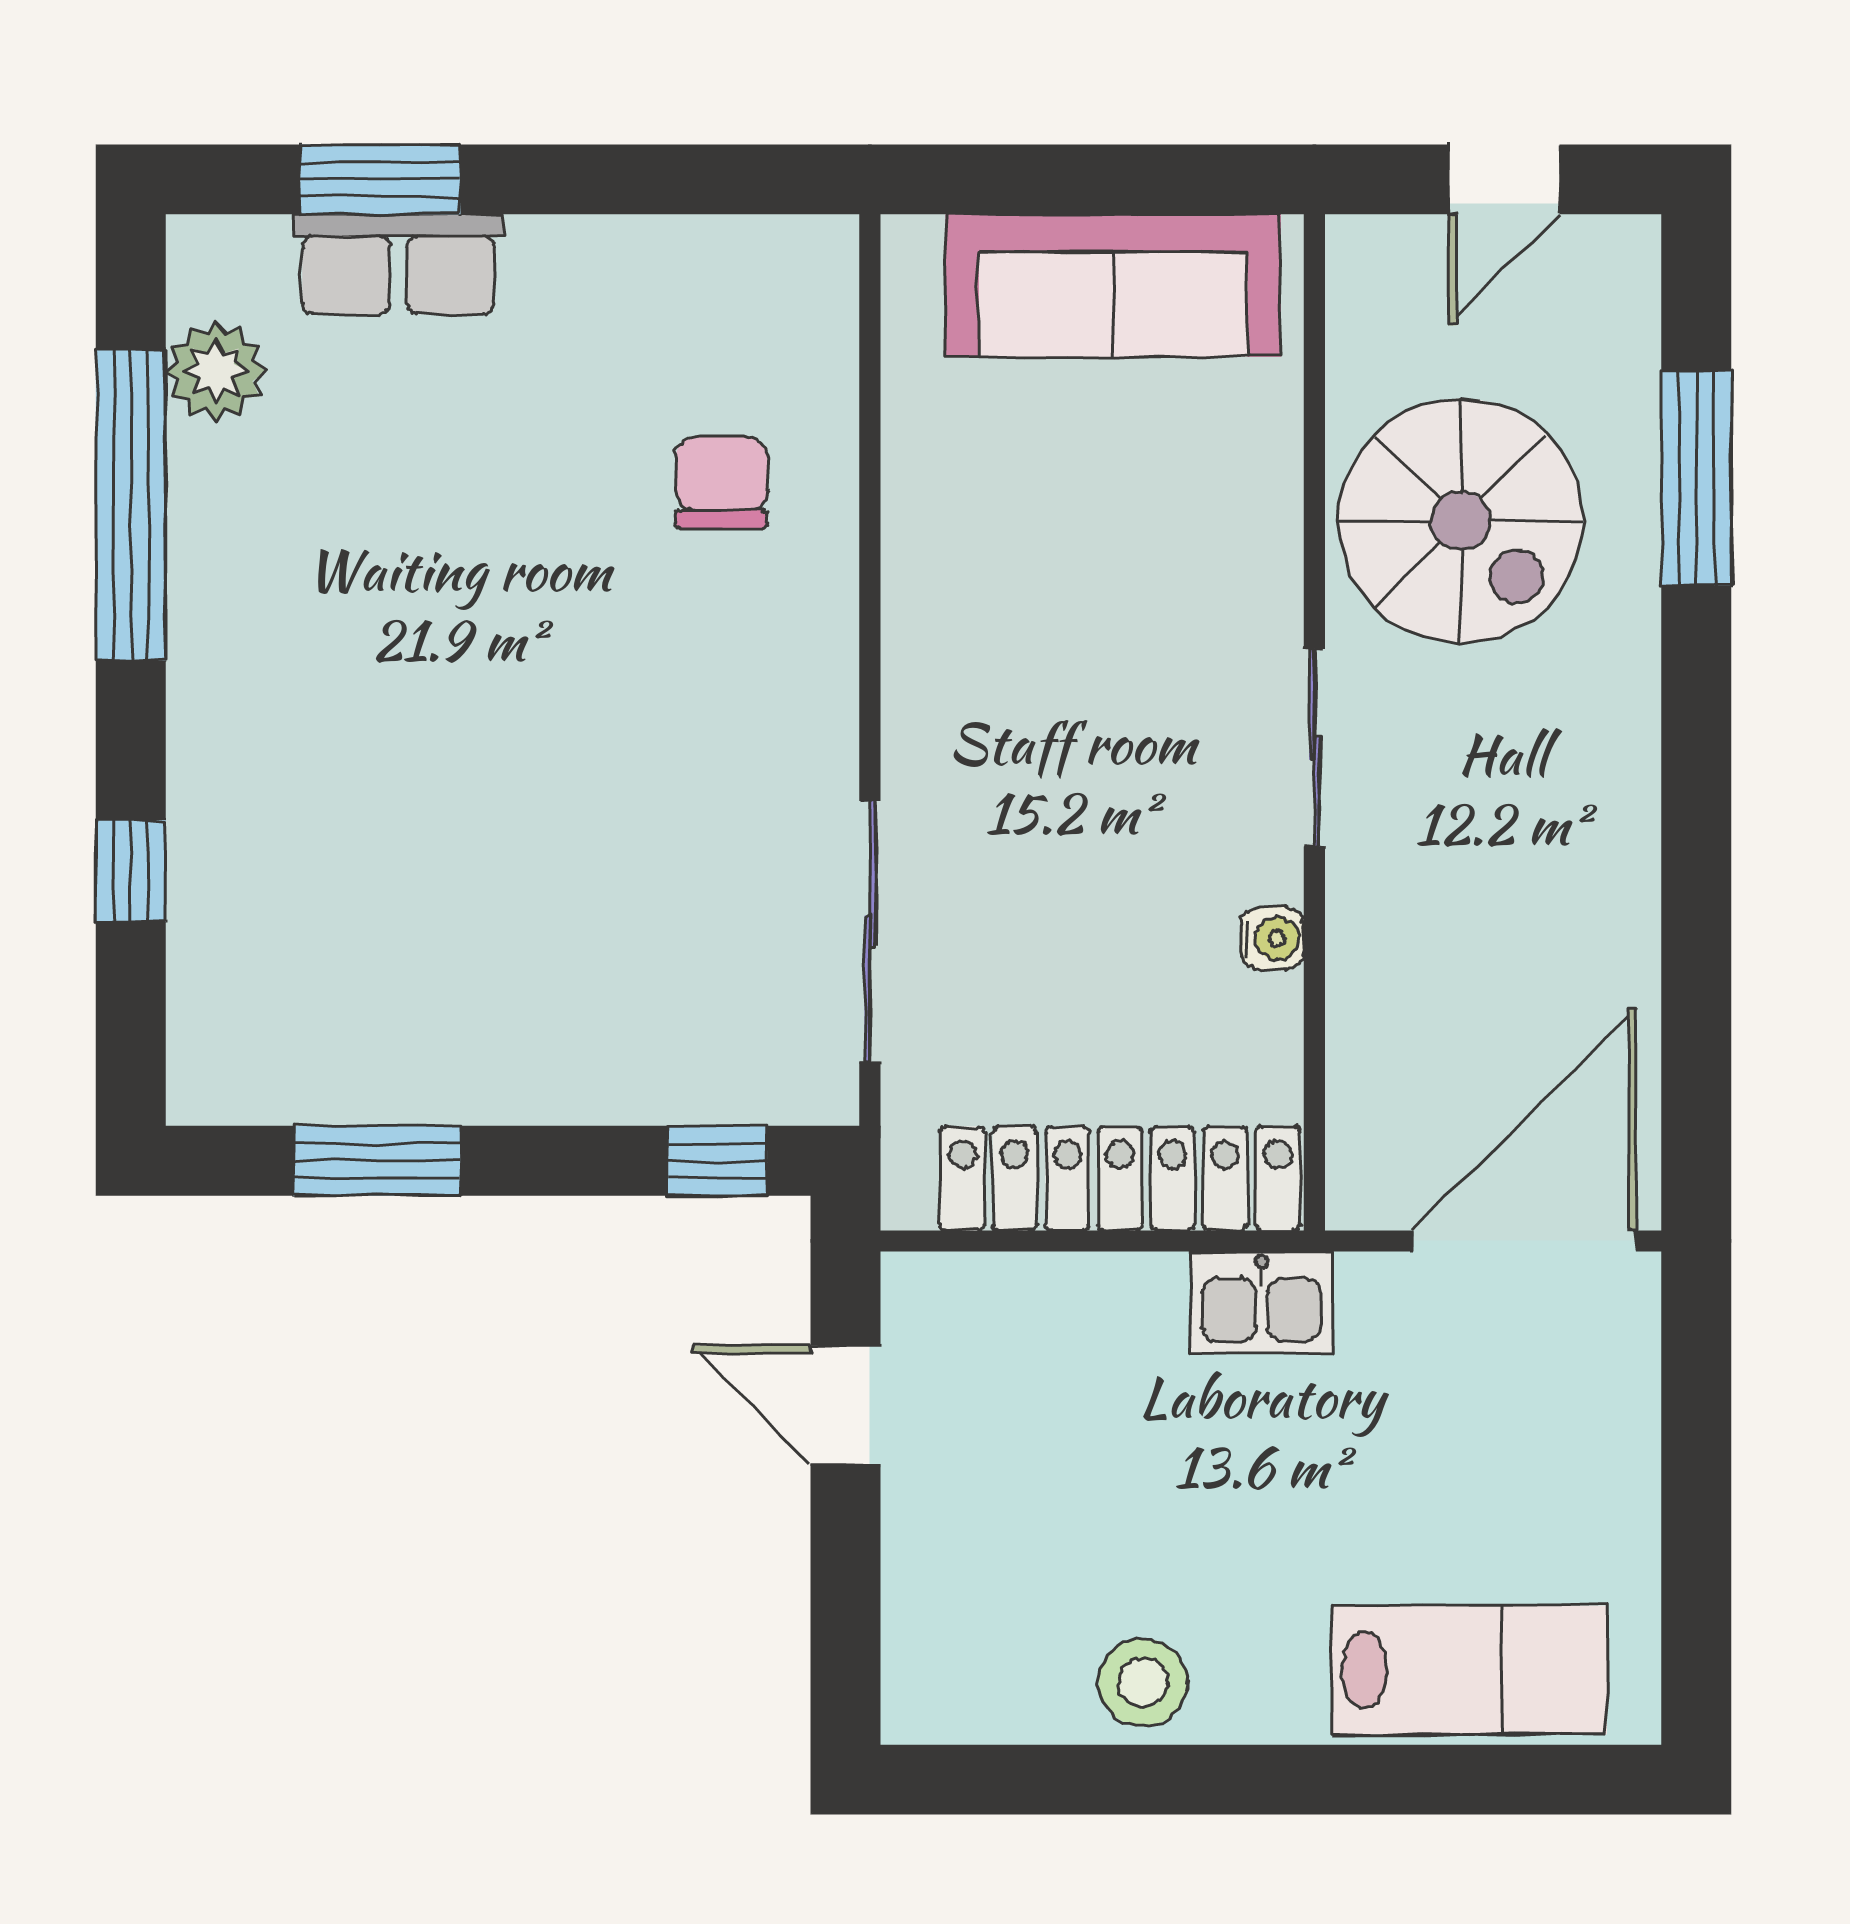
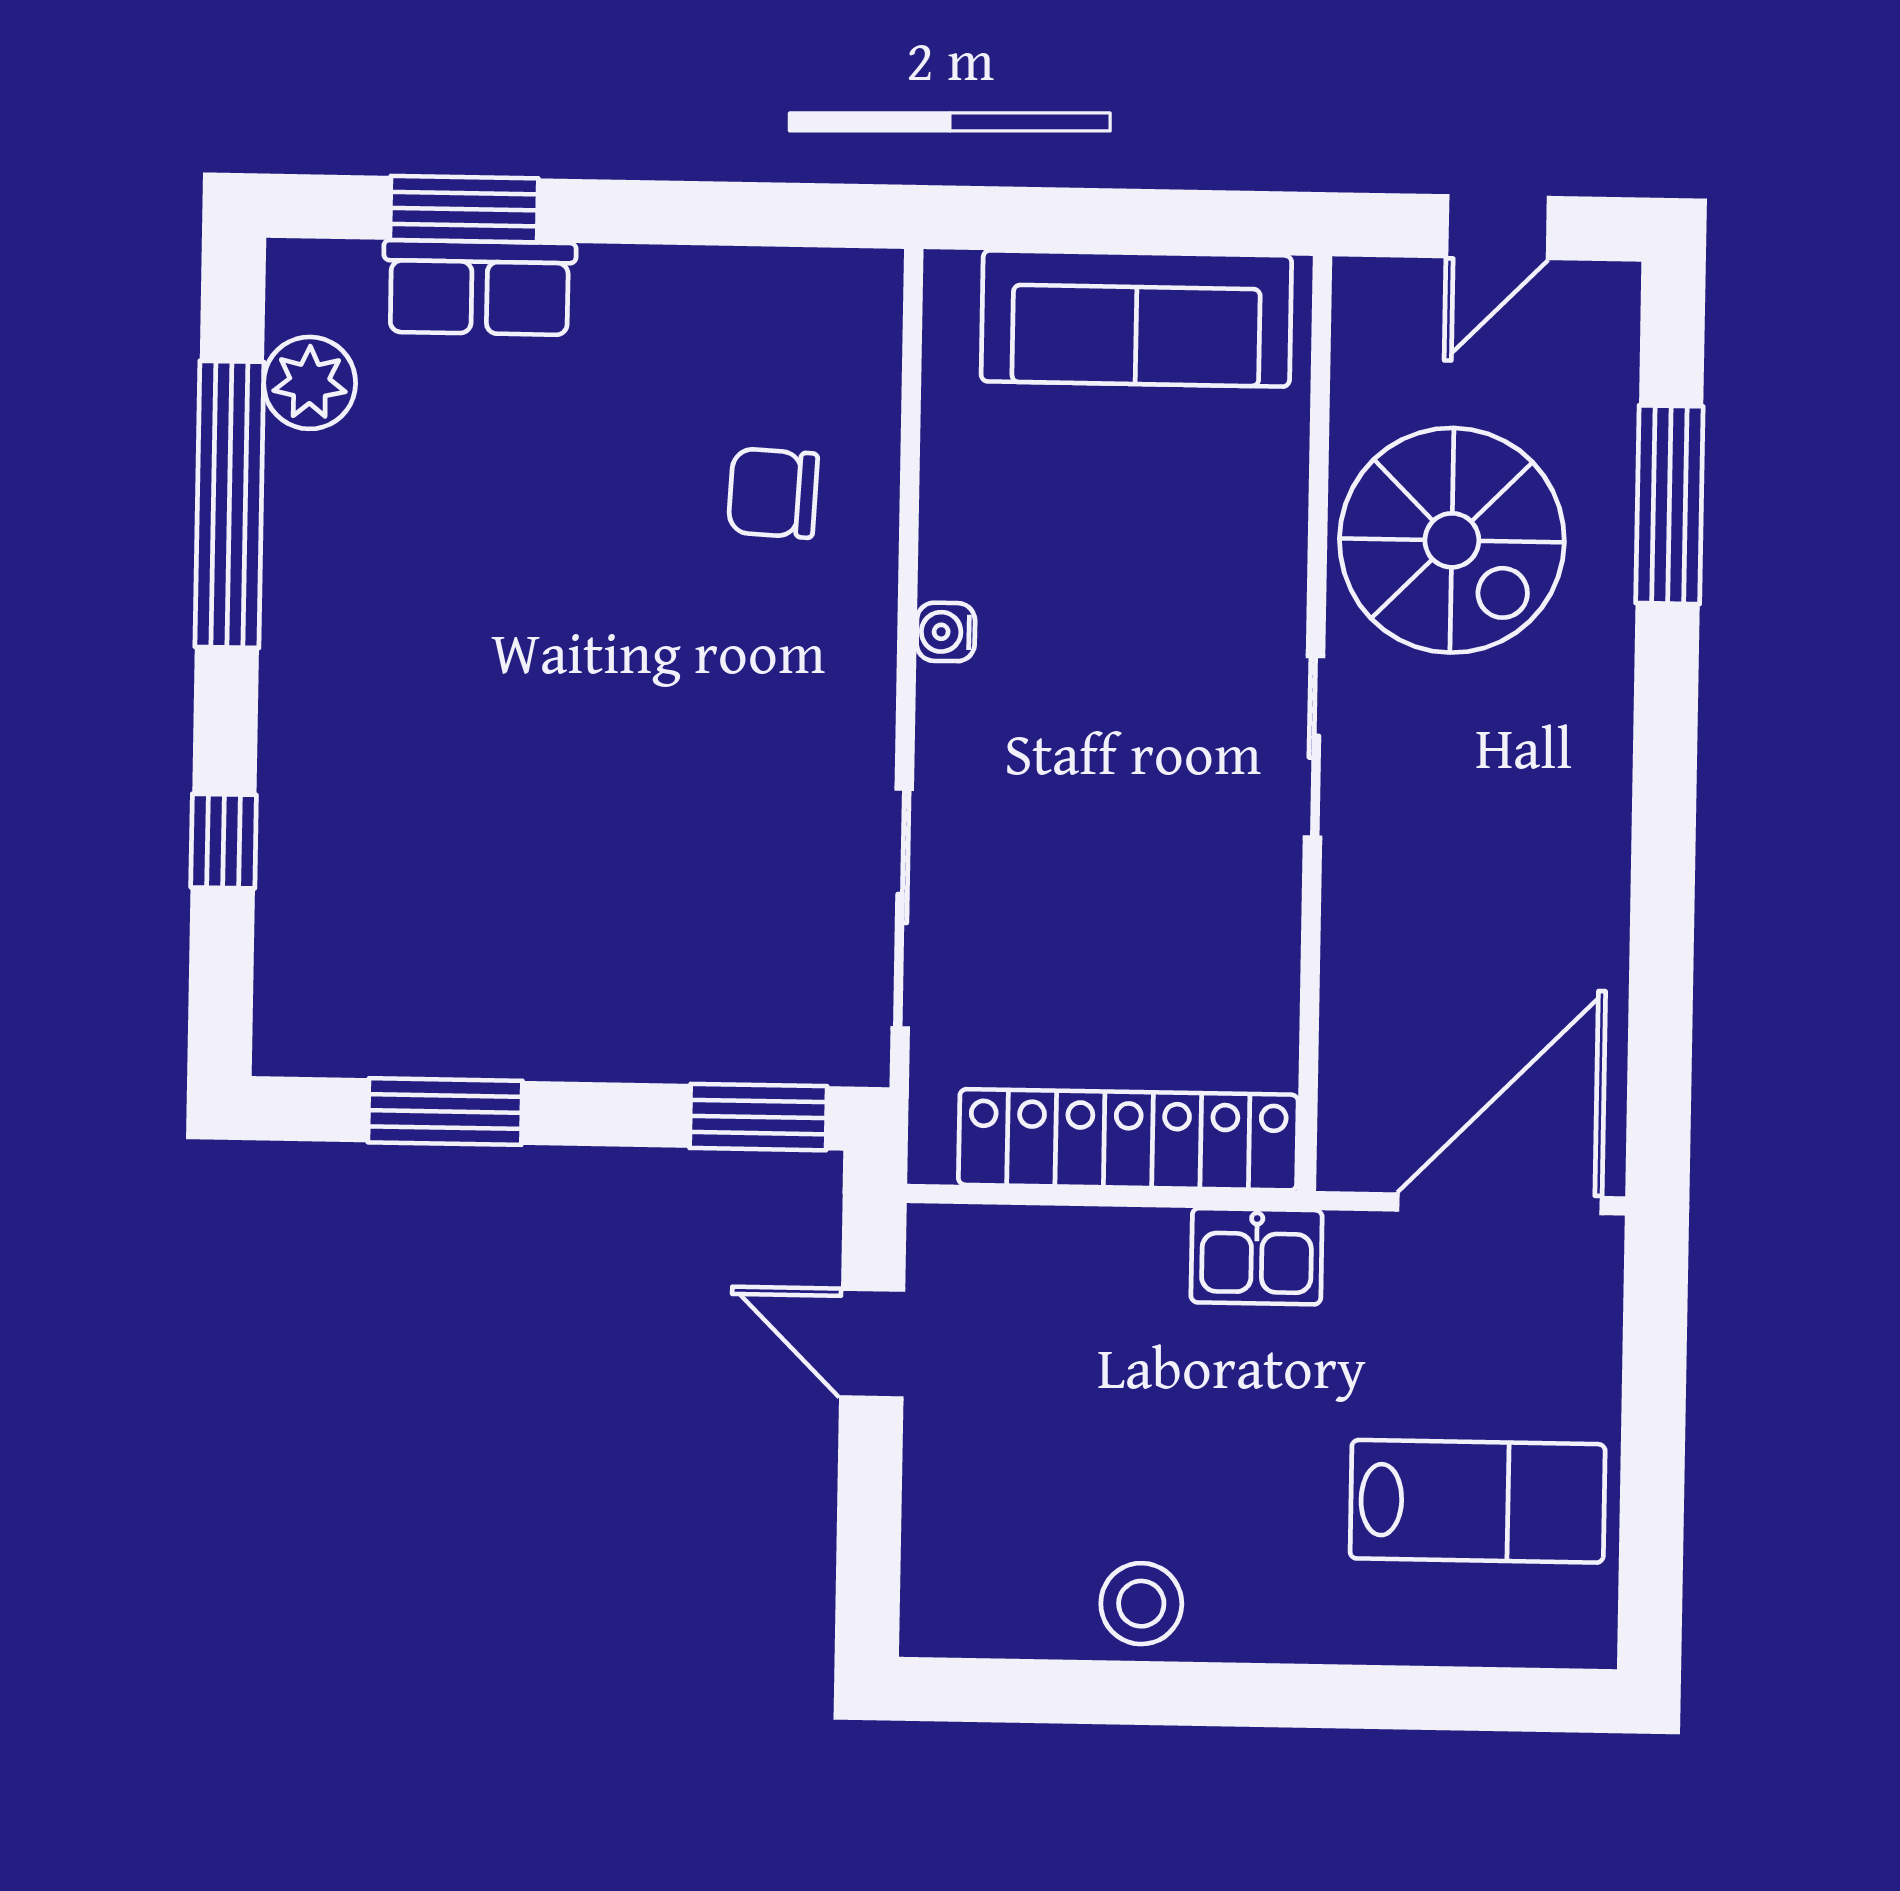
chair: (721, 482) -> (773, 493), turned -87
water cooler: (1272, 939) -> (946, 632), moved, turned 180
window: (718, 1161) -> (758, 1117), width x1.50
lab bench: (1469, 1670) -> (1478, 1501), moved

